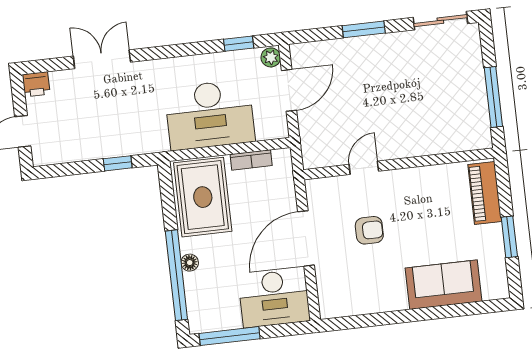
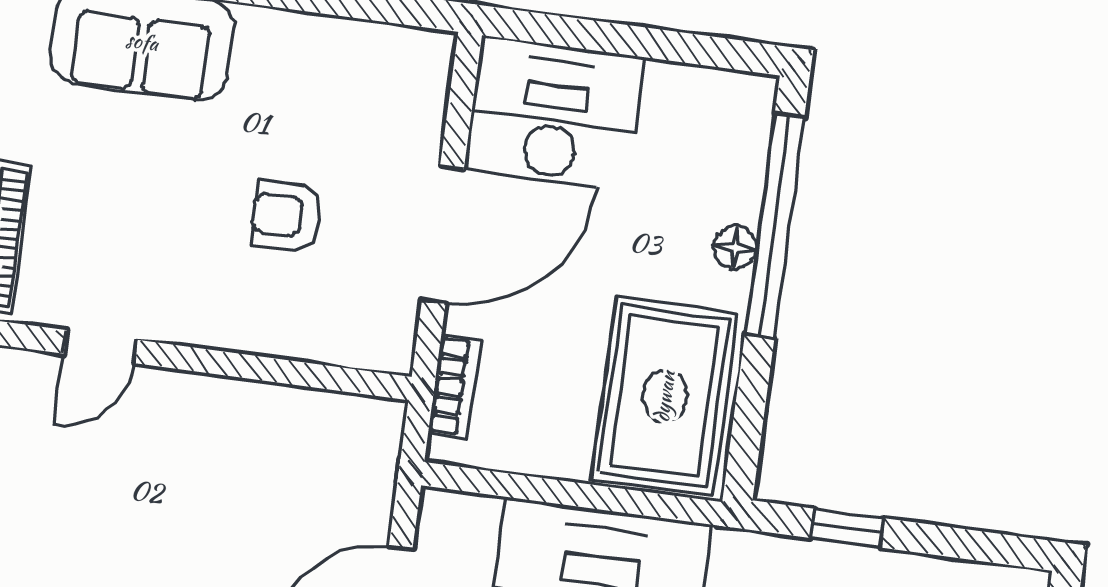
bookcase: (251, 160) -> (454, 387), moved, turned 90
door: (364, 168) -> (100, 347), moved
window: (230, 336) -> (684, 48), removed

